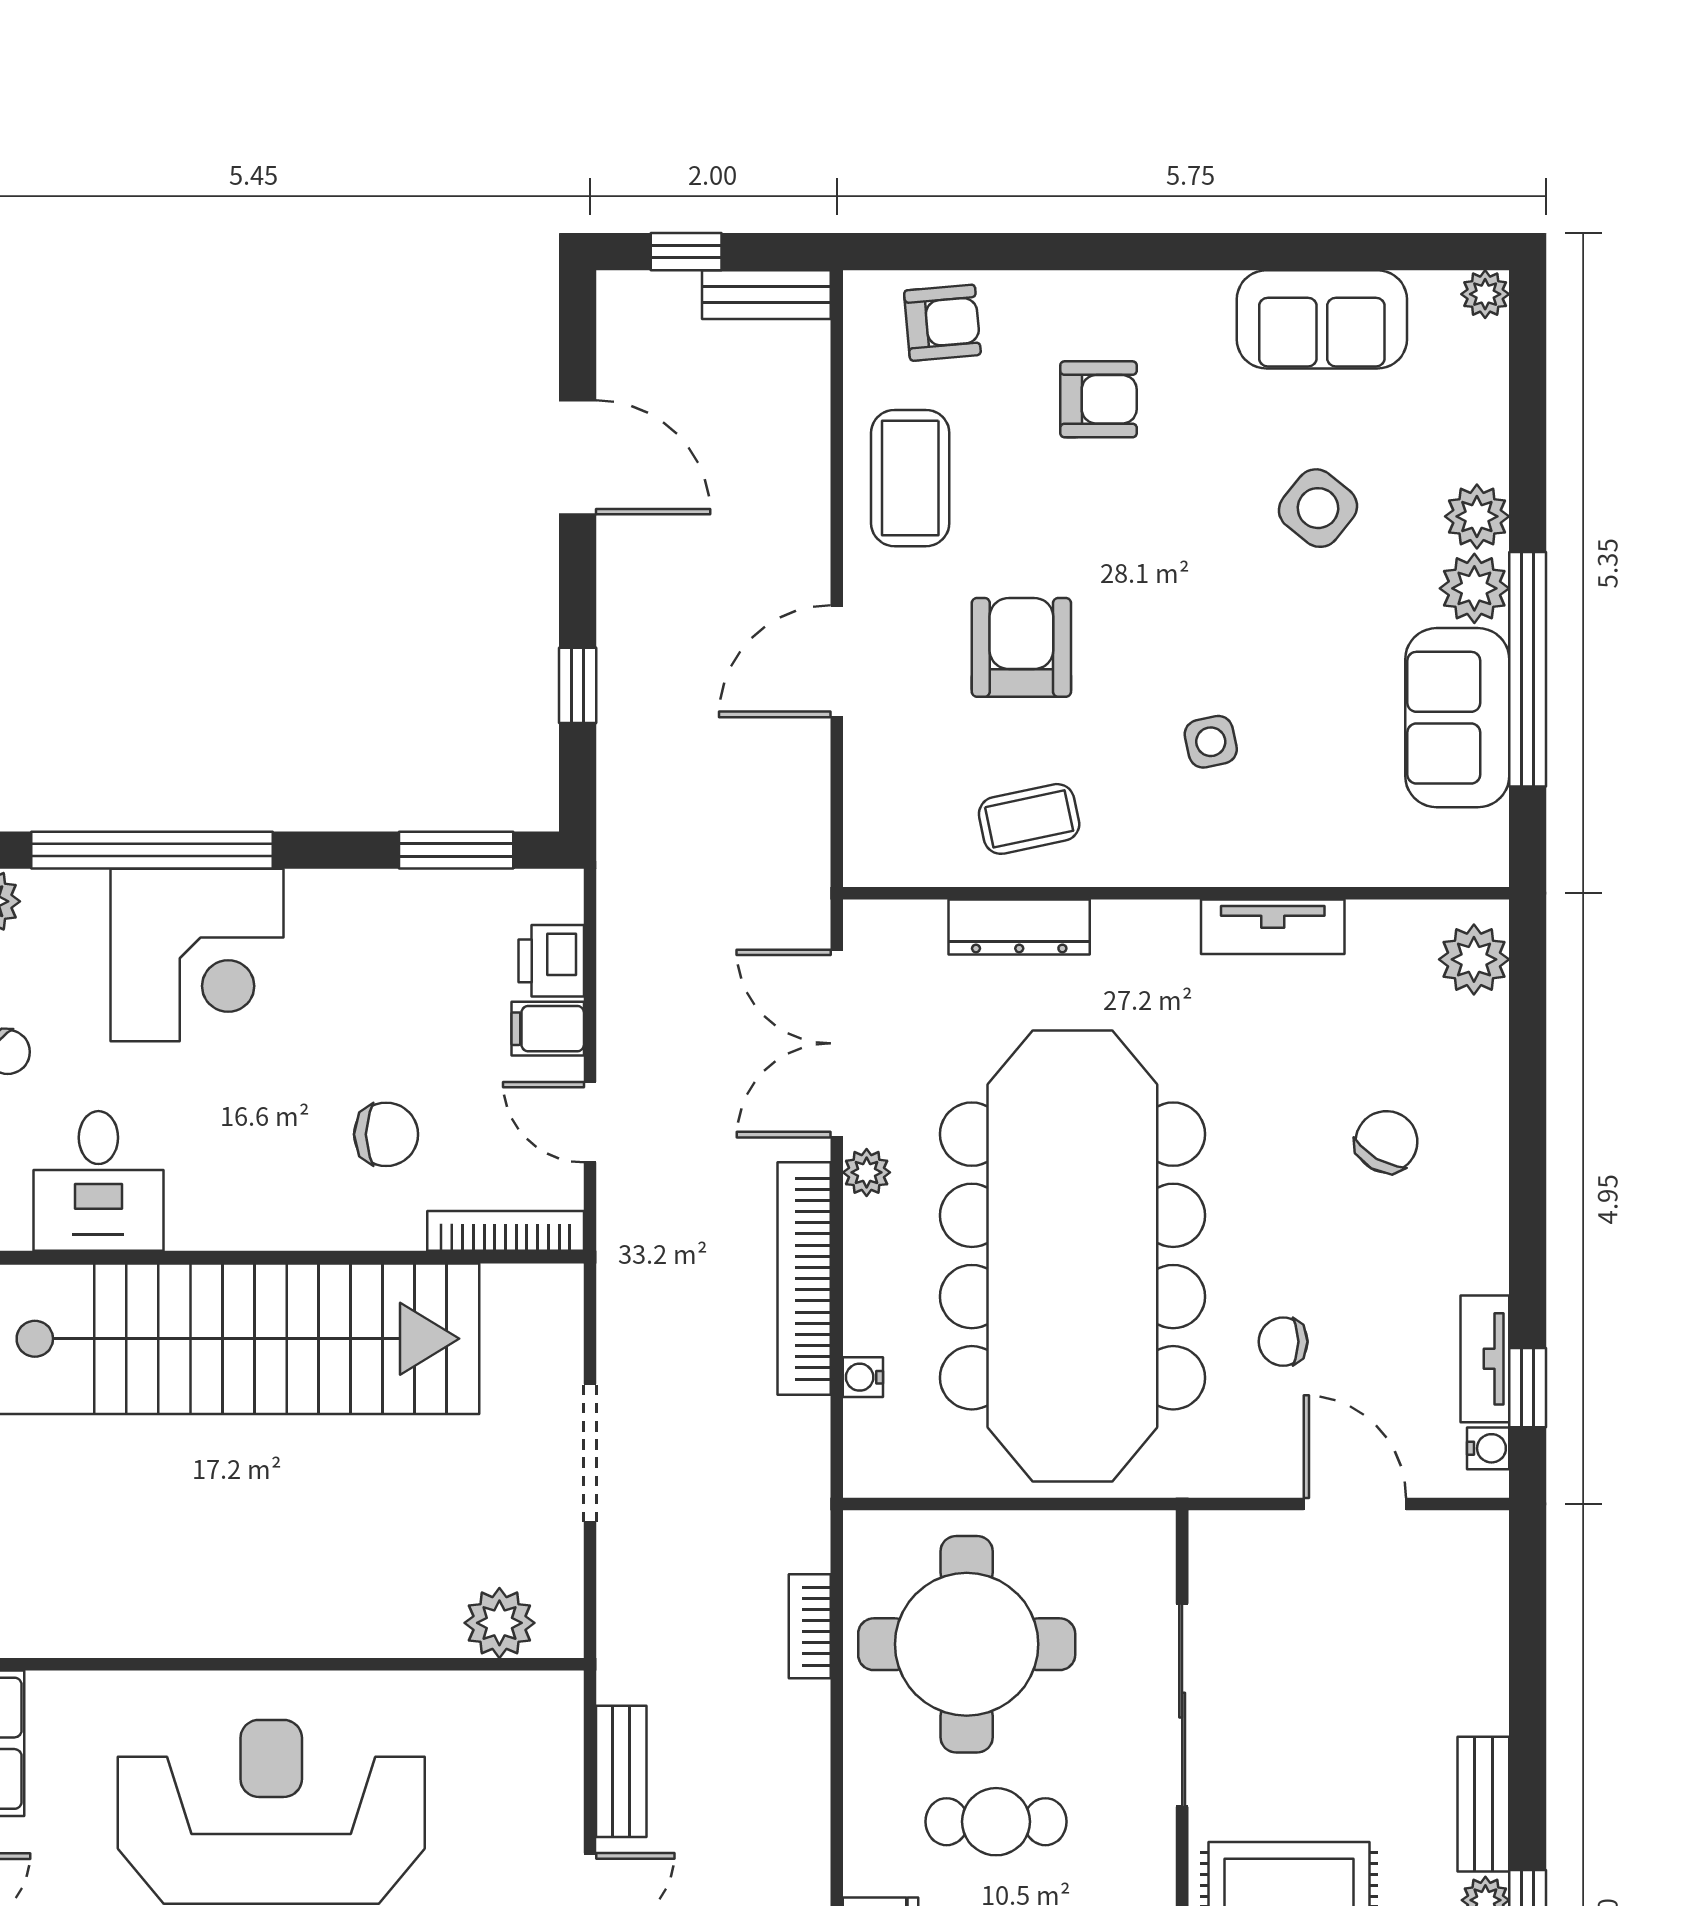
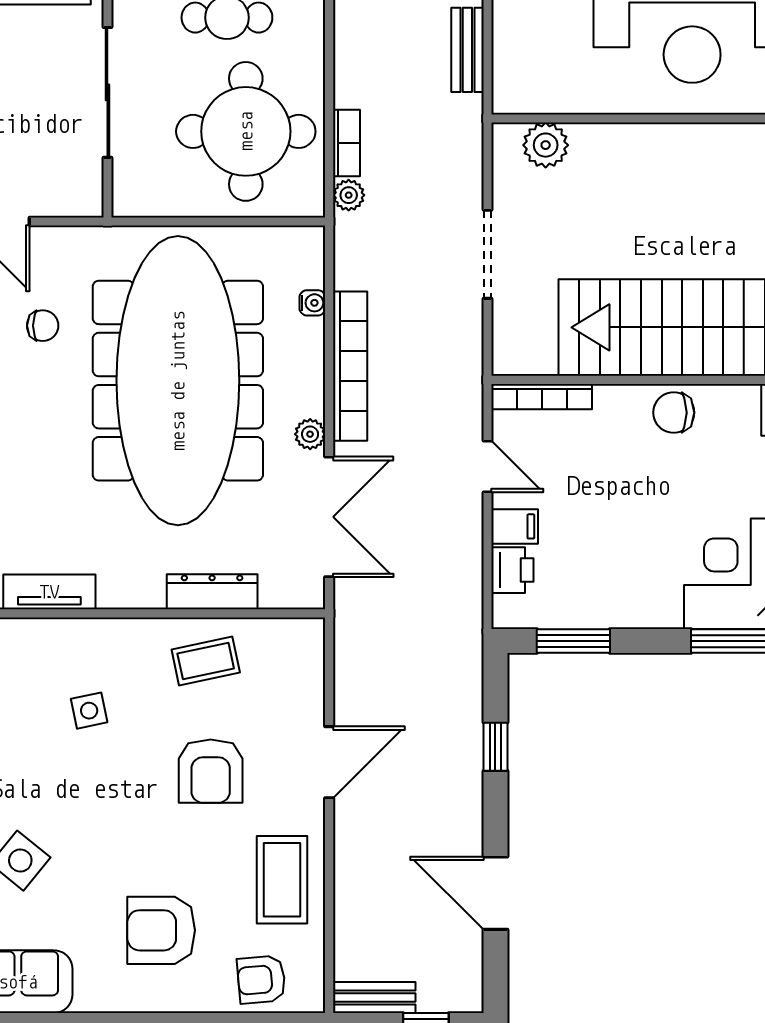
armchair: (1099, 399) -> (161, 930), width x1.38, depth x1.38
chair: (386, 1134) -> (674, 413), moved
plant: (806, 1545) -> (349, 195), added

